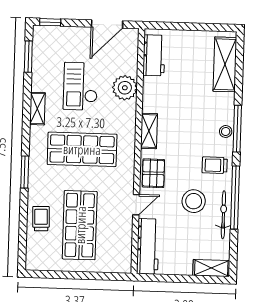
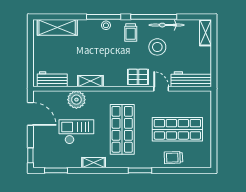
checkout: (81, 86) -> (76, 132), turned 180
shelving: (149, 131) -> (90, 81), moved

